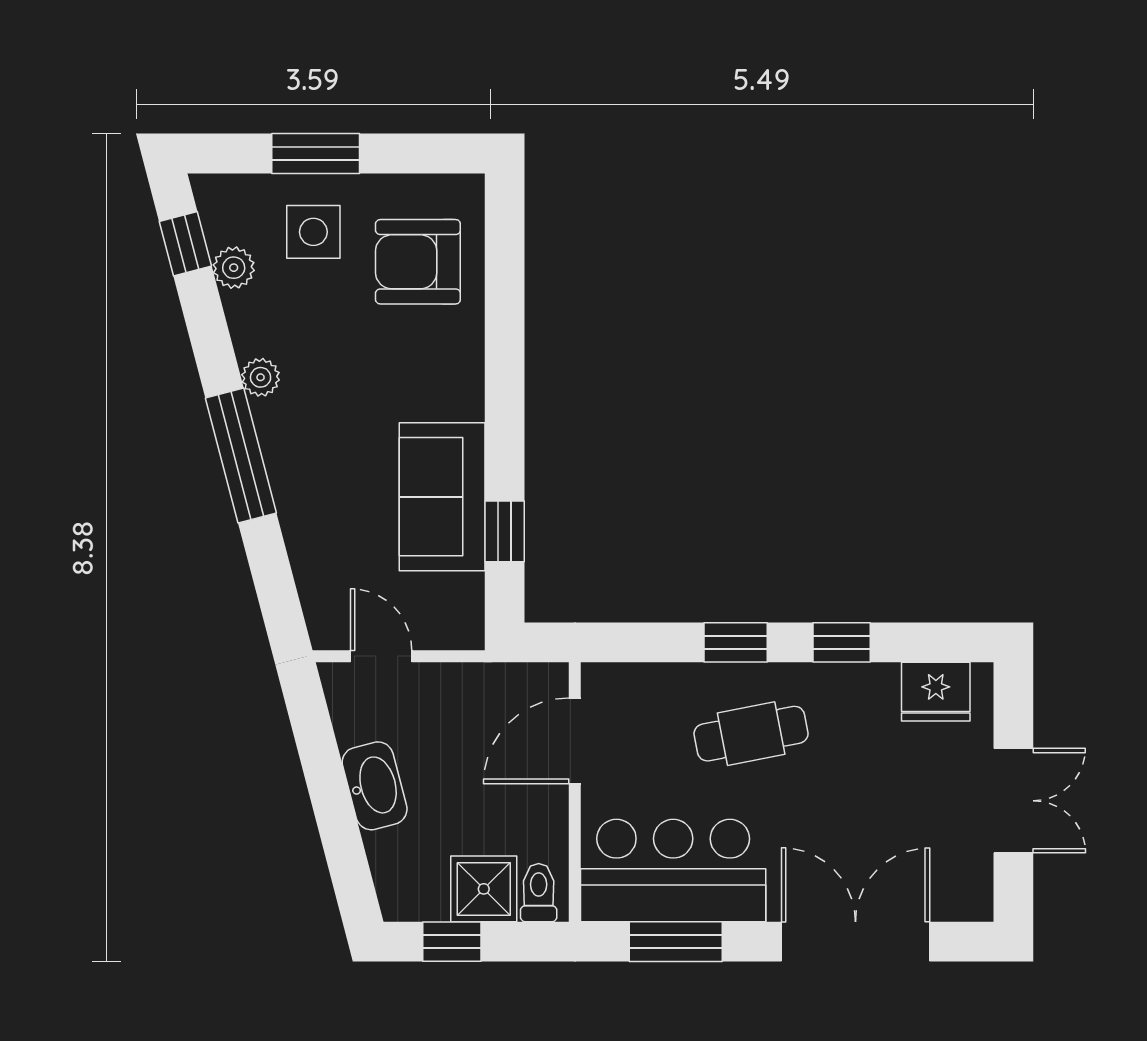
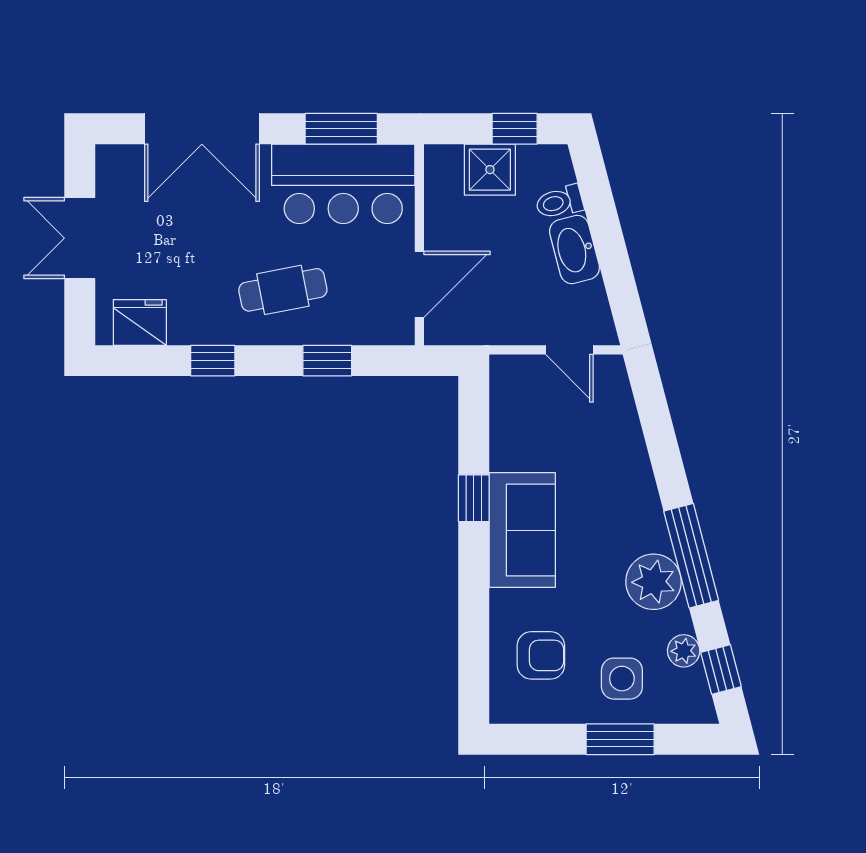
armchair: (418, 262) -> (541, 655), width x0.72, depth x0.72
plant: (261, 377) -> (654, 582), width x1.88, depth x1.88
window: (241, 456) -> (691, 556), moved
sofa: (442, 497) -> (522, 530), moved
window: (505, 531) -> (474, 498), moved
window: (736, 642) -> (327, 361), moved
toilet: (539, 893) -> (559, 202), moved, turned 75

